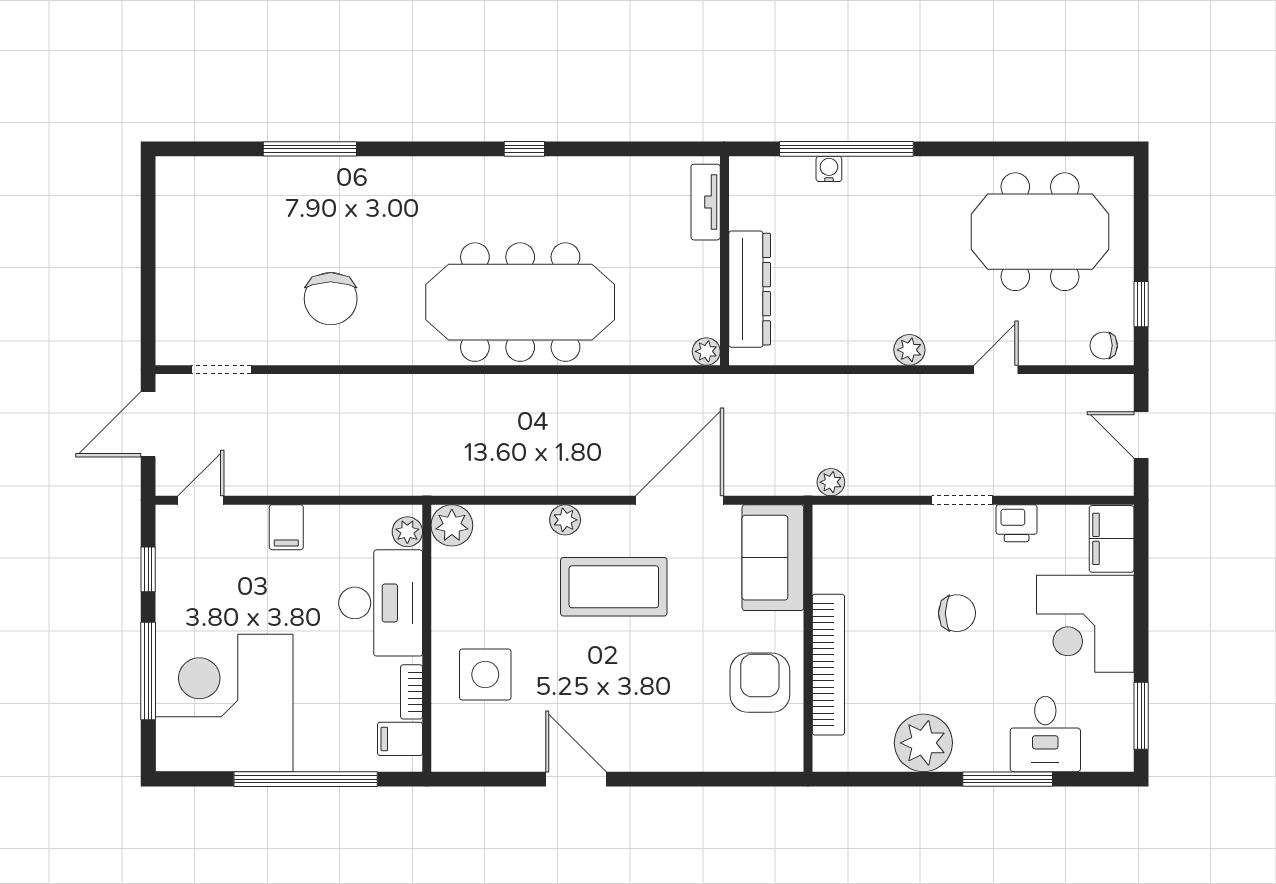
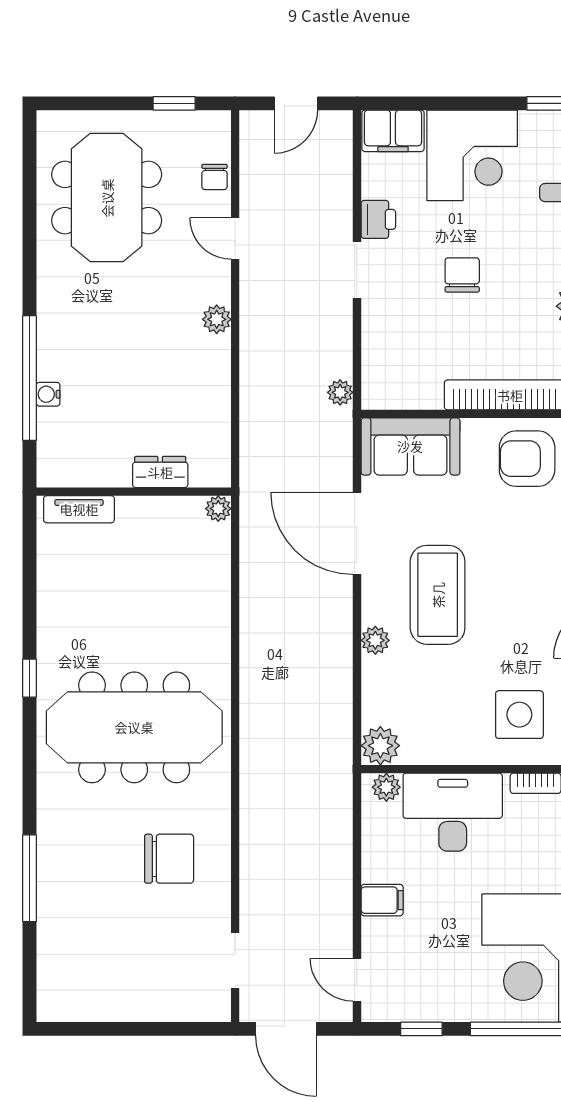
dresser: (750, 289) -> (160, 472), width x0.51, depth x0.80
meeting table: (520, 302) -> (134, 727), moved, turned 90
chair: (1104, 345) -> (214, 177), moved

